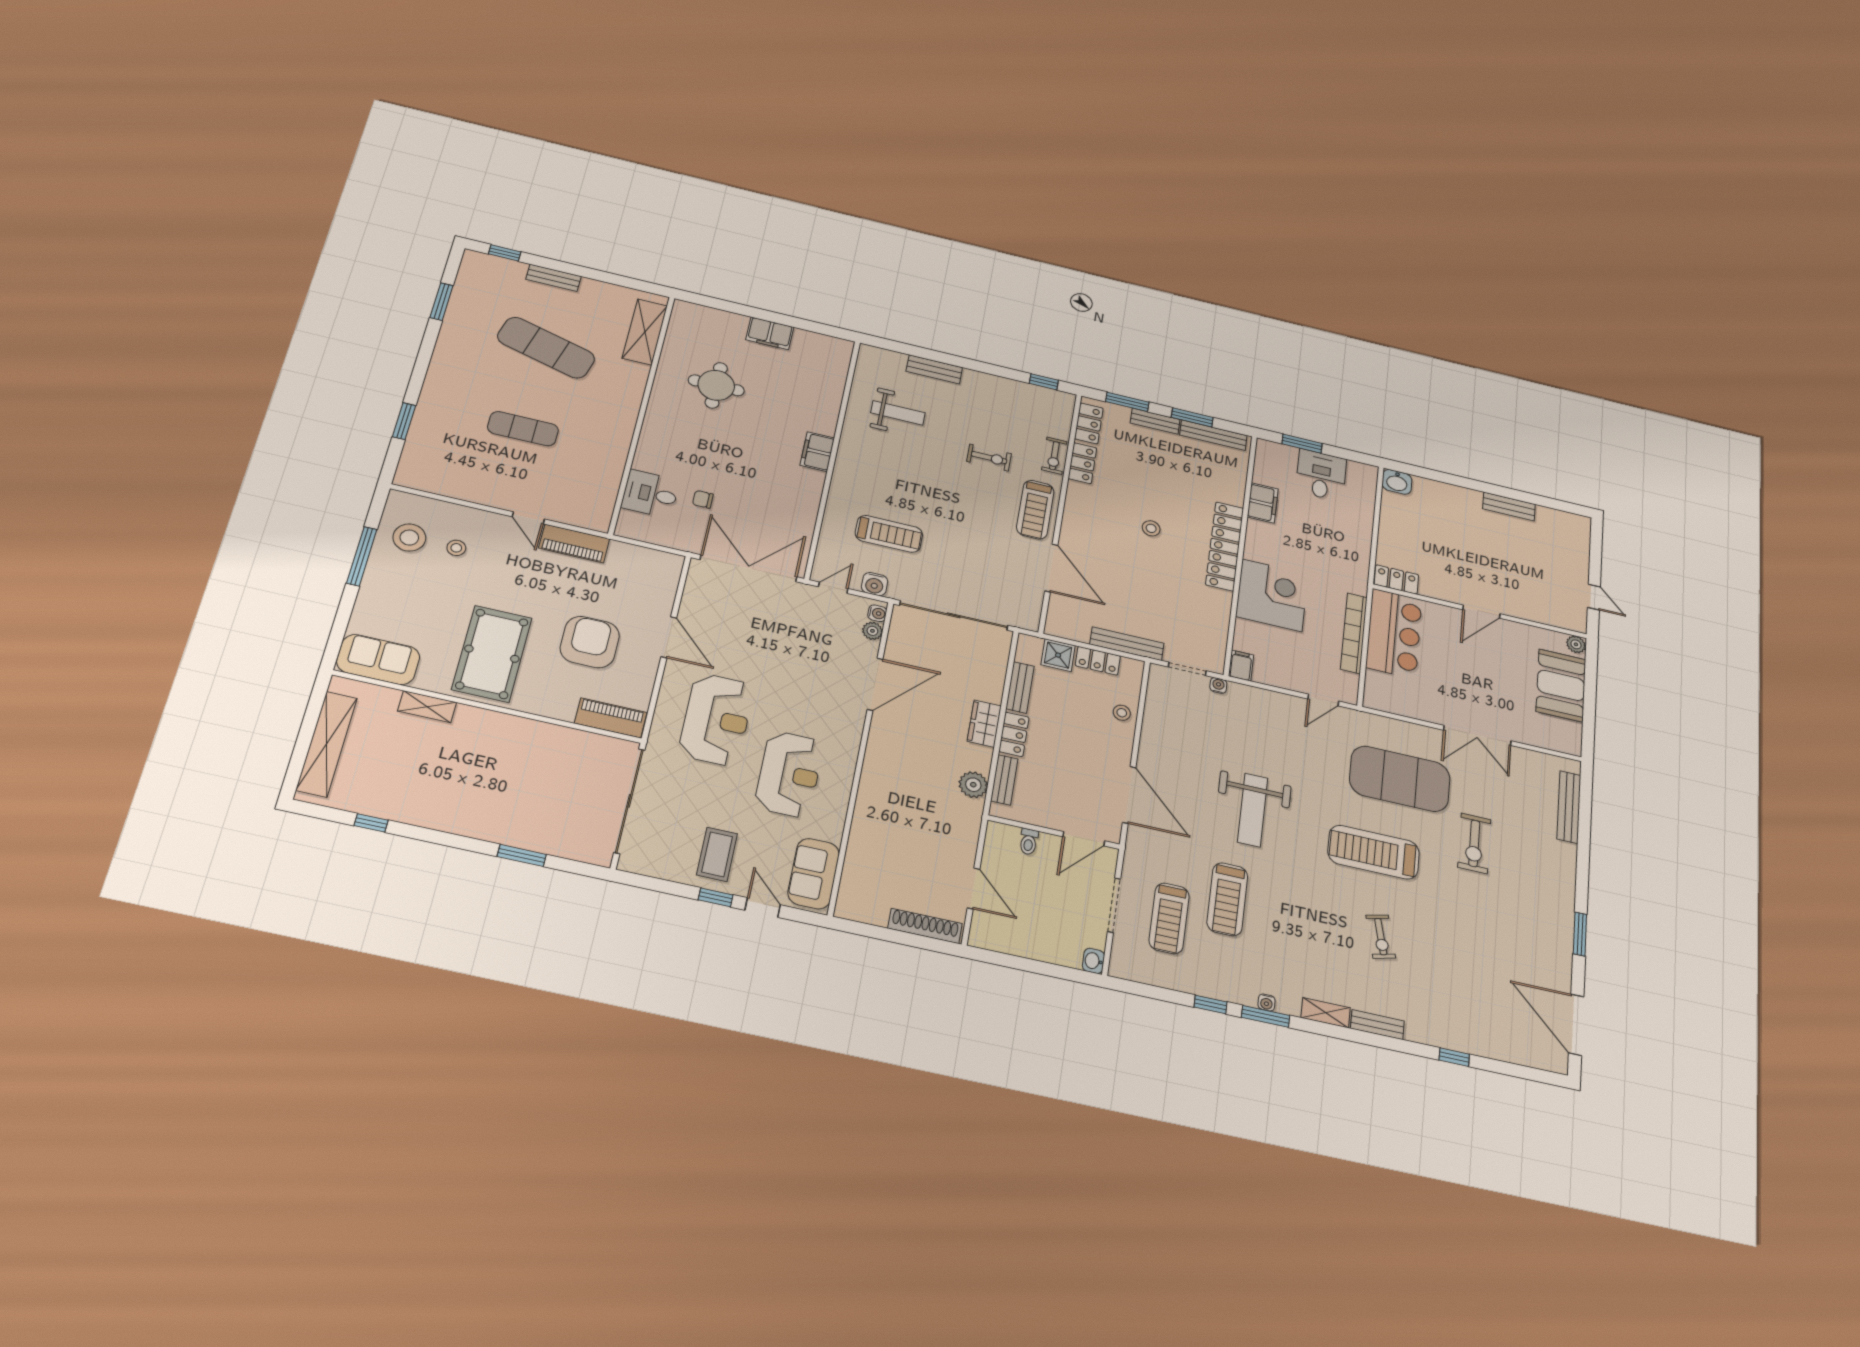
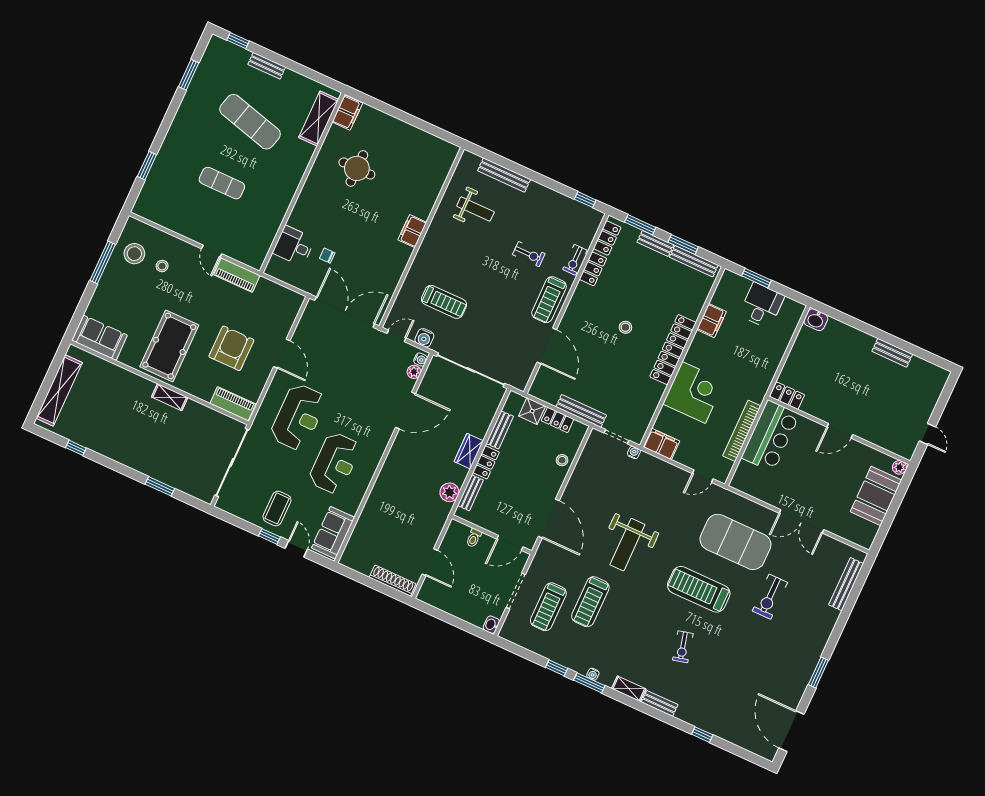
filing cabinet: (770, 333) -> (347, 113), moved, turned -90
bench: (934, 369) -> (504, 175), width x1.36
filing cabinet: (1241, 666) -> (661, 444), width x2.00
shelving: (427, 707) -> (170, 397), moved

